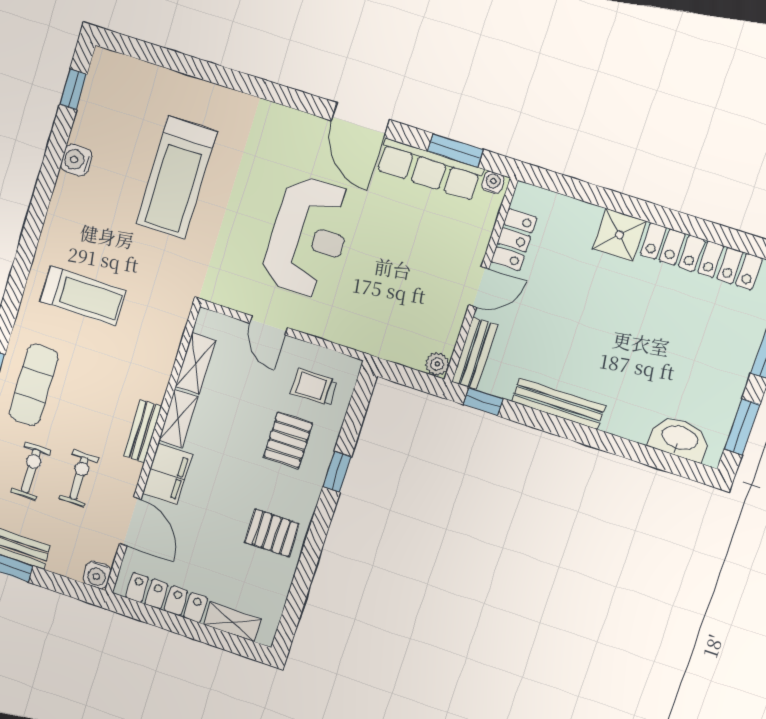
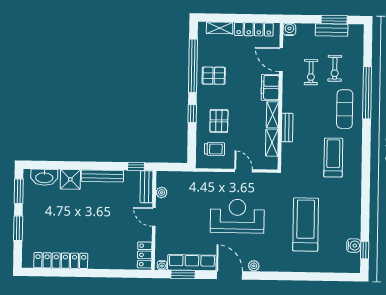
plant: (305, 125) -> (254, 266), added
water cooler: (76, 160) -> (354, 246), moved
shower: (619, 235) -> (70, 179), moved
reception desk: (308, 237) -> (237, 216), turned 90
locker: (514, 240) -> (145, 255), moved
door: (479, 287) -> (154, 217), hinge flipped
treadmill: (83, 296) -> (333, 158), turned 90
plant: (437, 364) -> (162, 193), moved
bench: (142, 431) -> (287, 128), moved
window: (307, 565) -> (193, 66), added

